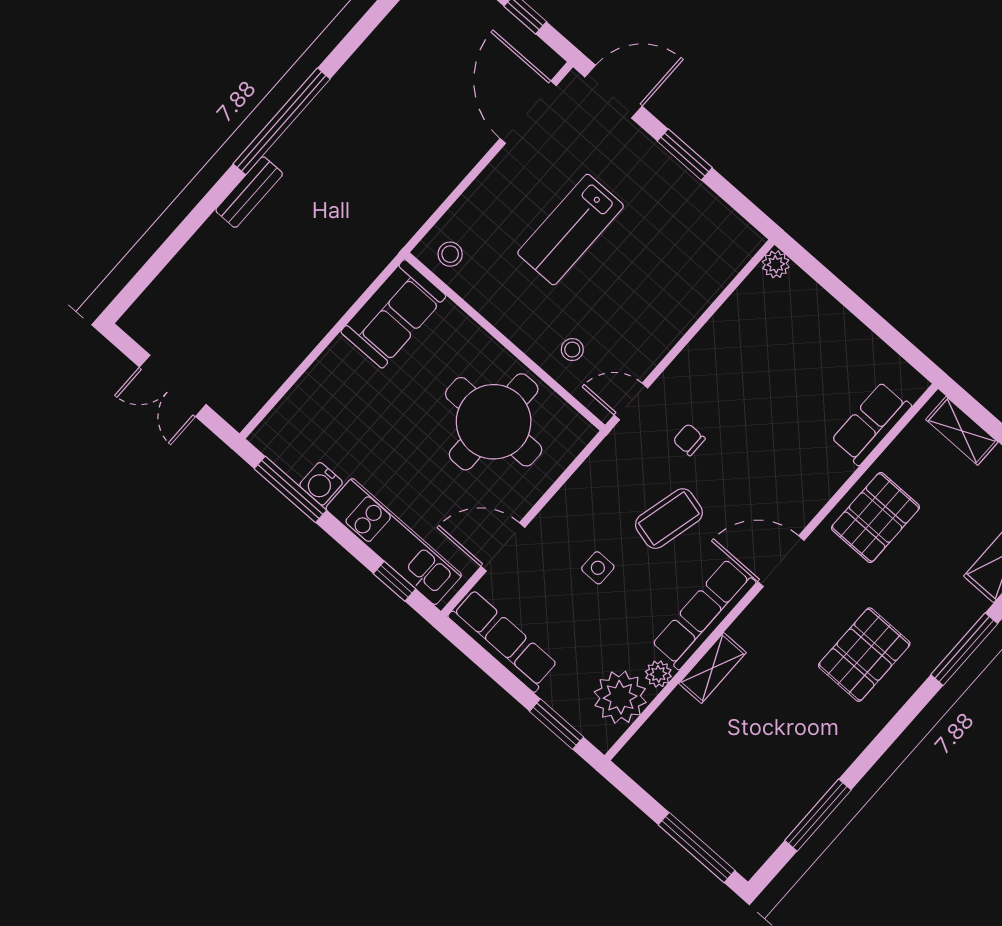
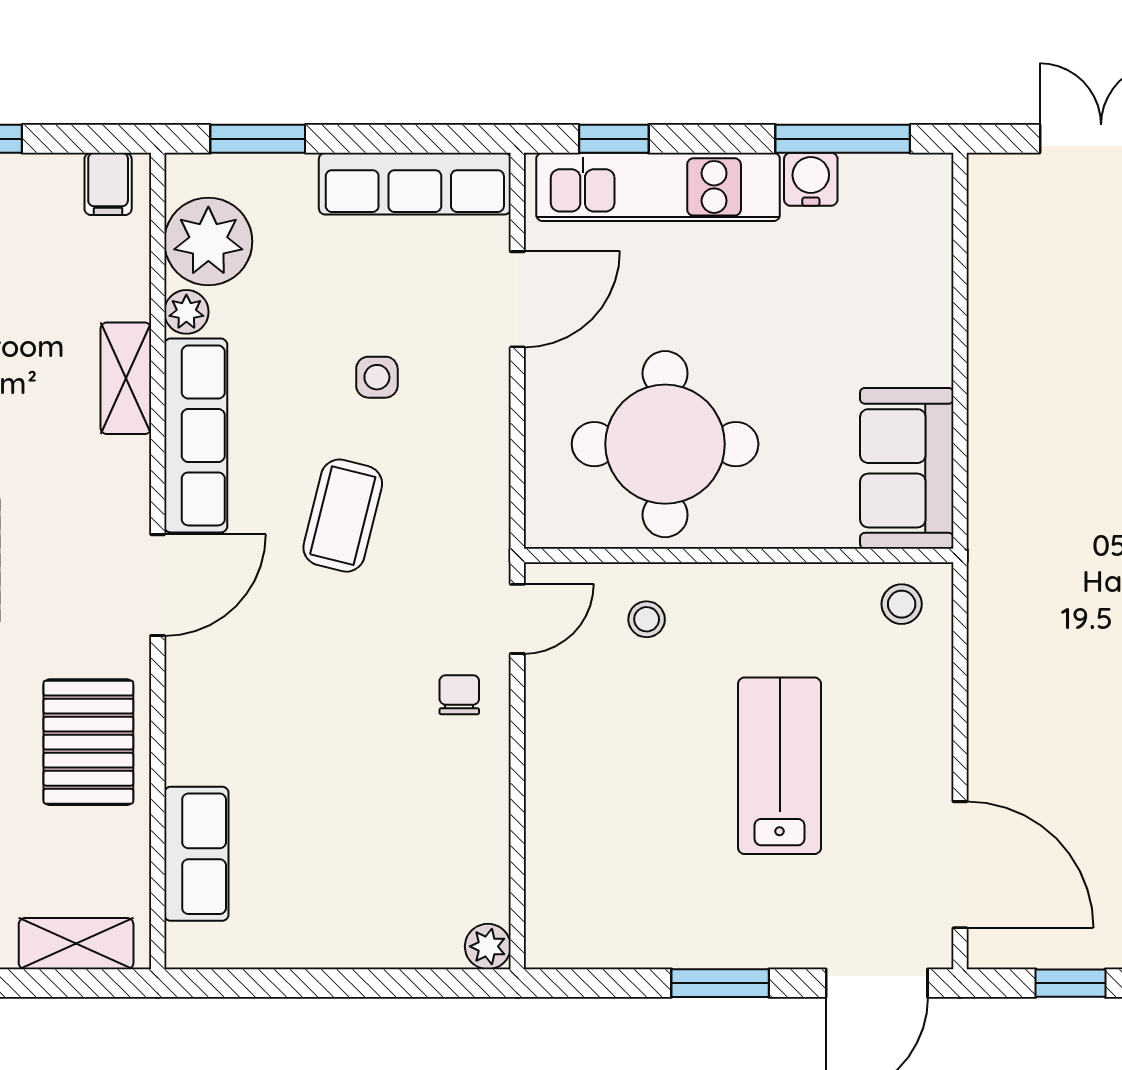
chair: (689, 440) -> (459, 695), moved, turned -90
filing cabinet: (643, 764) -> (108, 184), added

